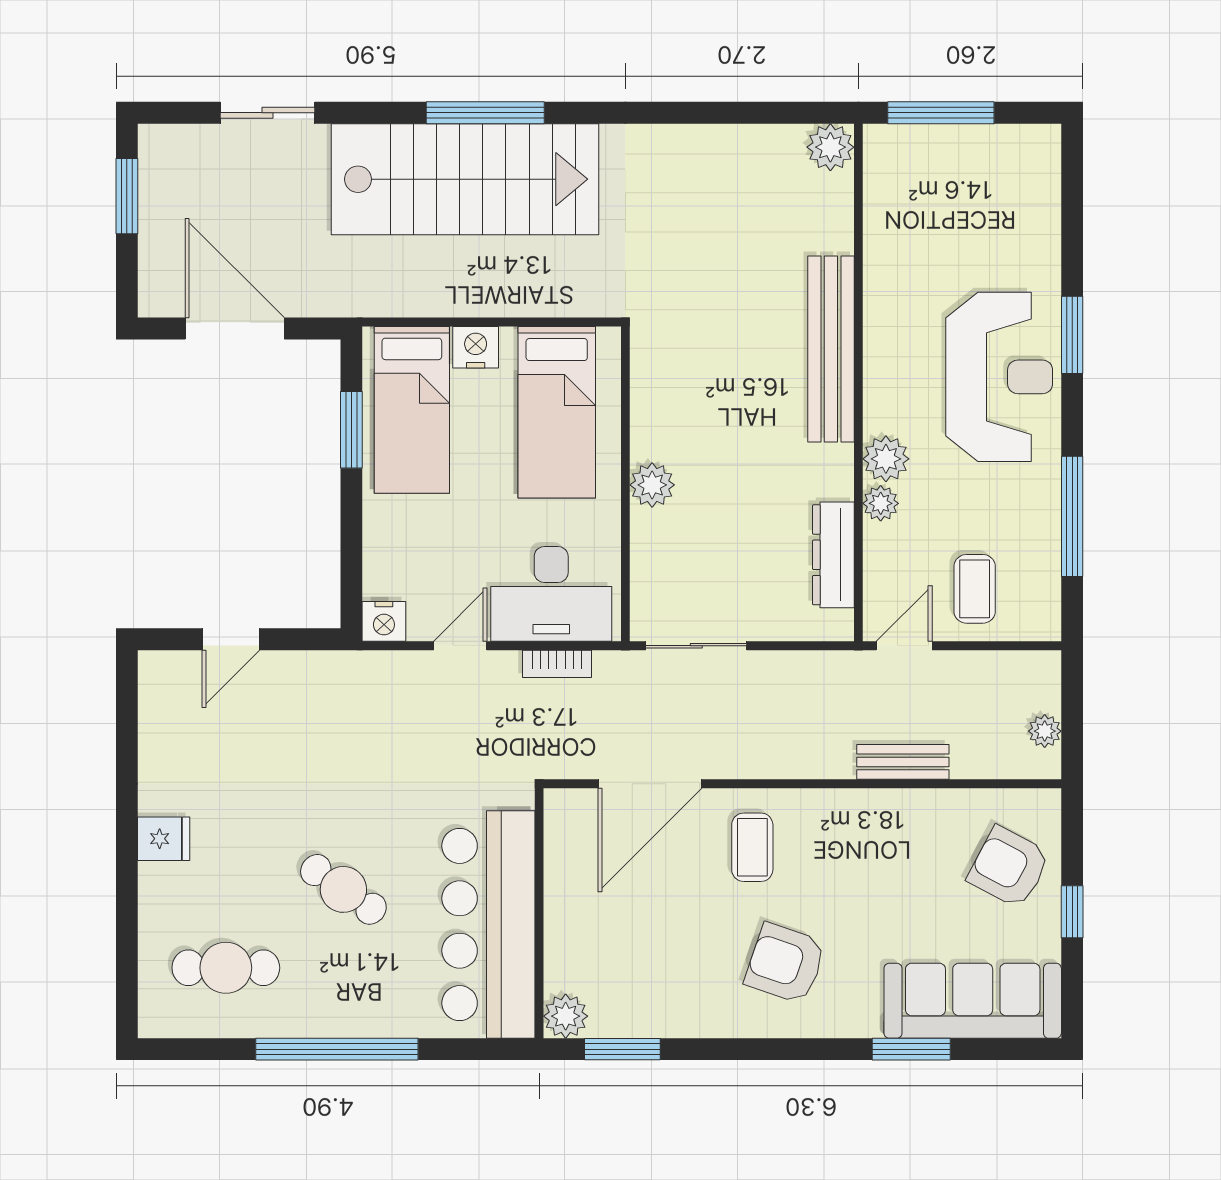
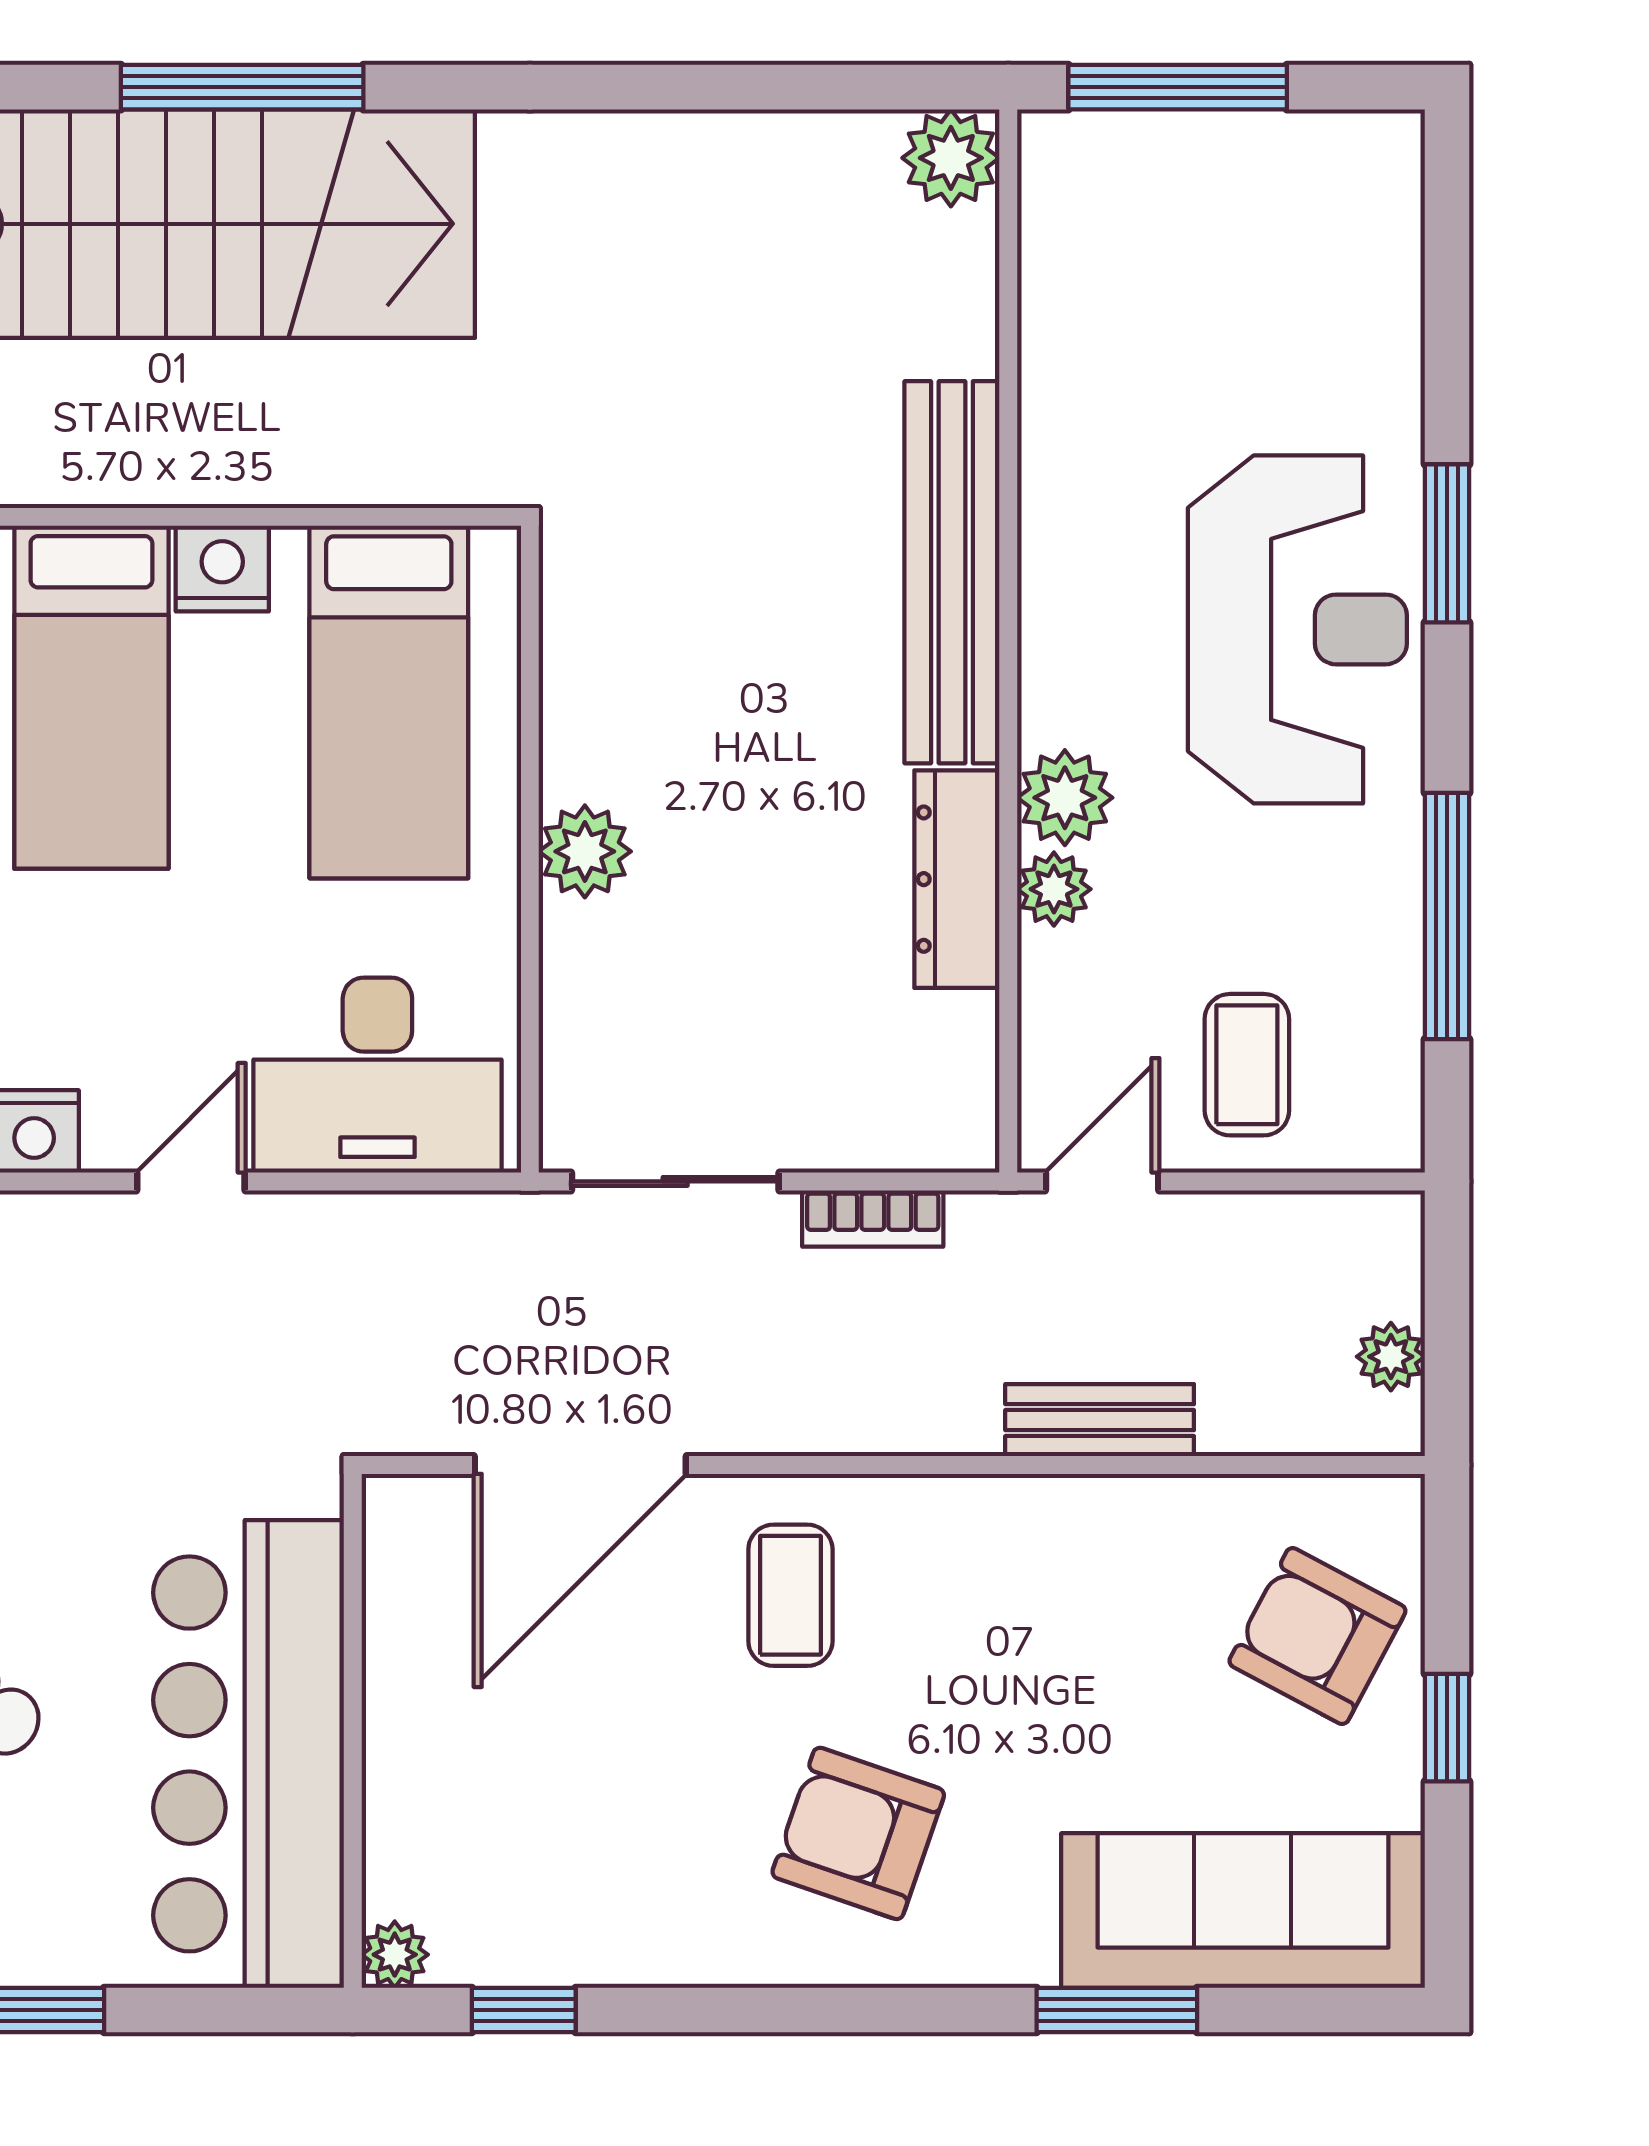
dresser: (833, 555) -> (957, 879), moved
bookcase: (557, 664) -> (873, 1219), moved
plant: (566, 1016) -> (395, 1955), width x0.73, depth x0.73
window: (622, 1049) -> (524, 2010), width x0.67

